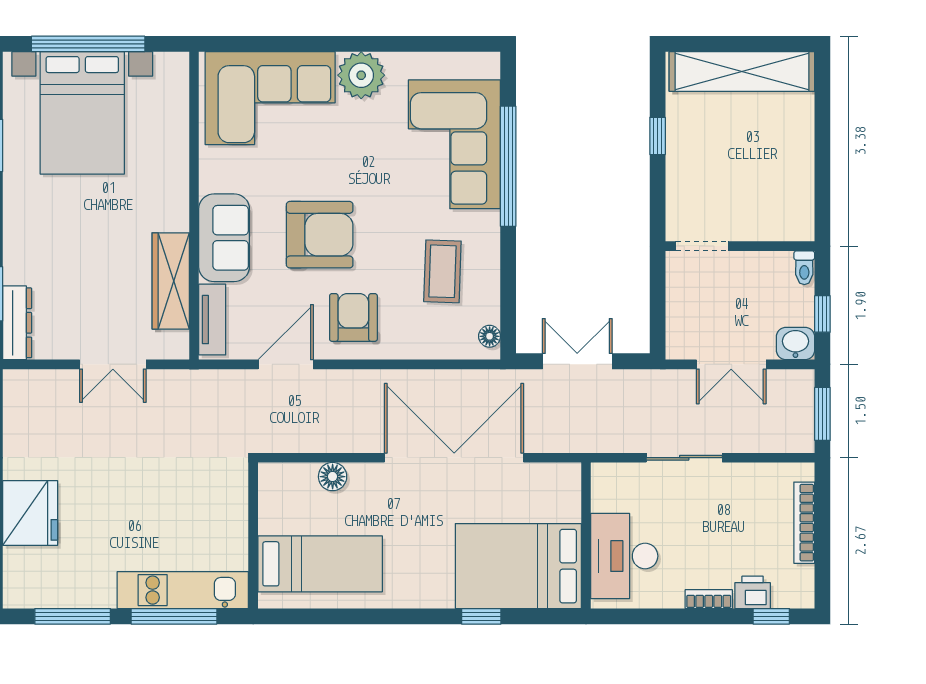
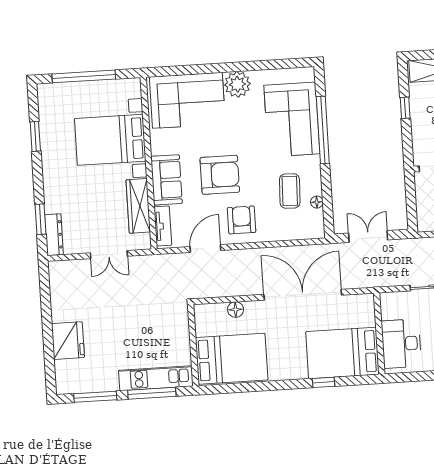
bed with nightstands: (82, 113) -> (110, 140), moved, turned 90
floor lamp: (490, 336) -> (317, 202), moved
bed: (320, 564) -> (232, 359), width x1.50

